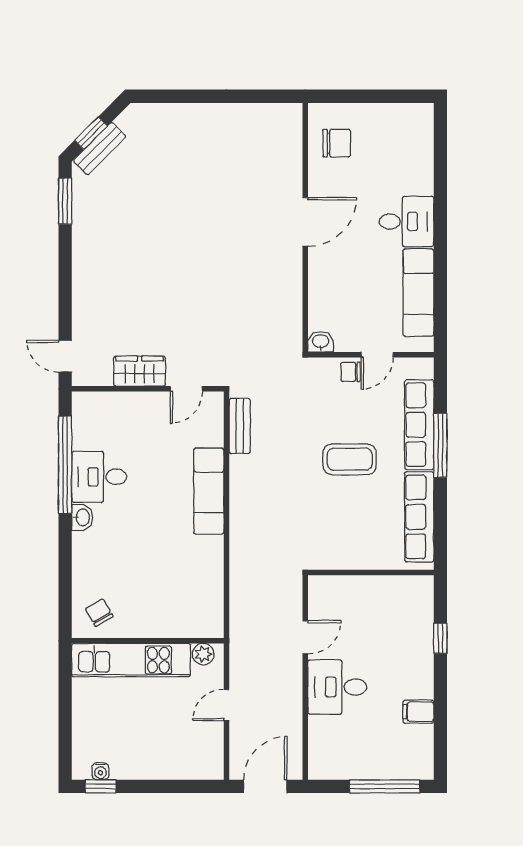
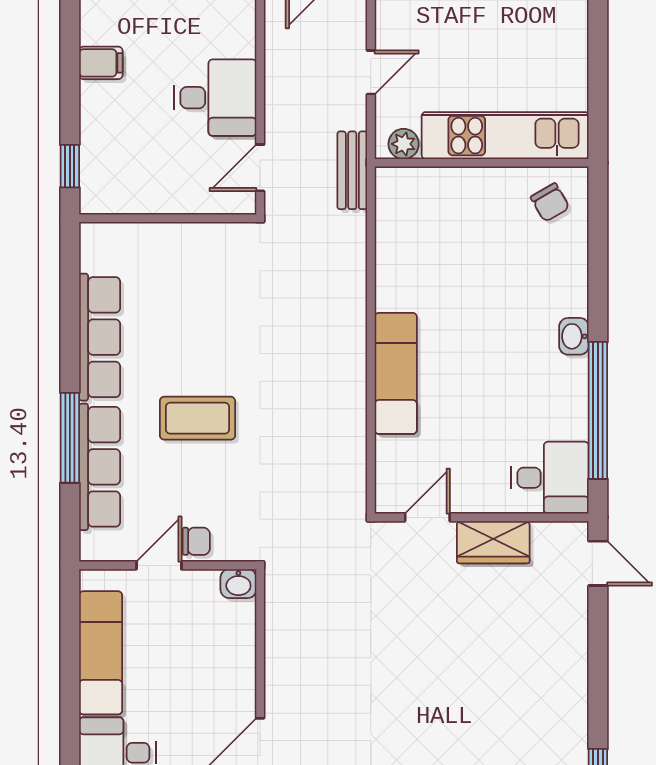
bench: (240, 426) -> (352, 170), moved
desk: (99, 477) -> (550, 478), moved
wall: (371, 573) -> (168, 218), moved

